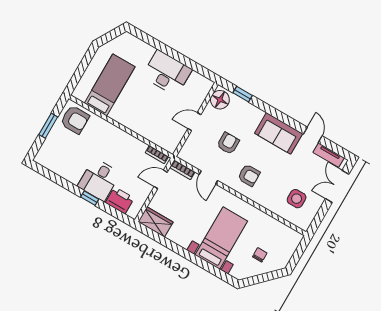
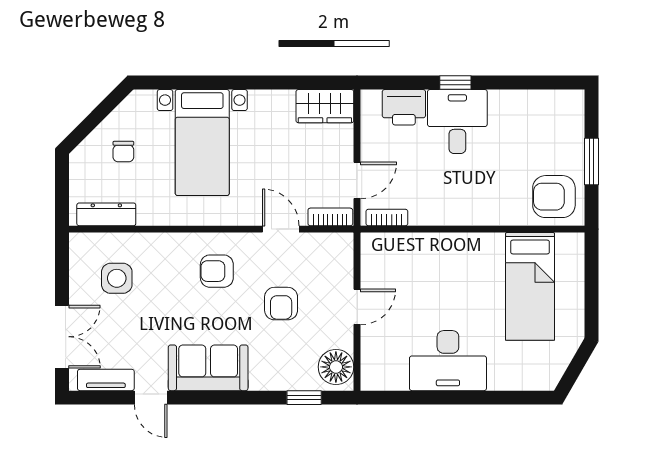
dresser: (284, 231) -> (106, 214), added

